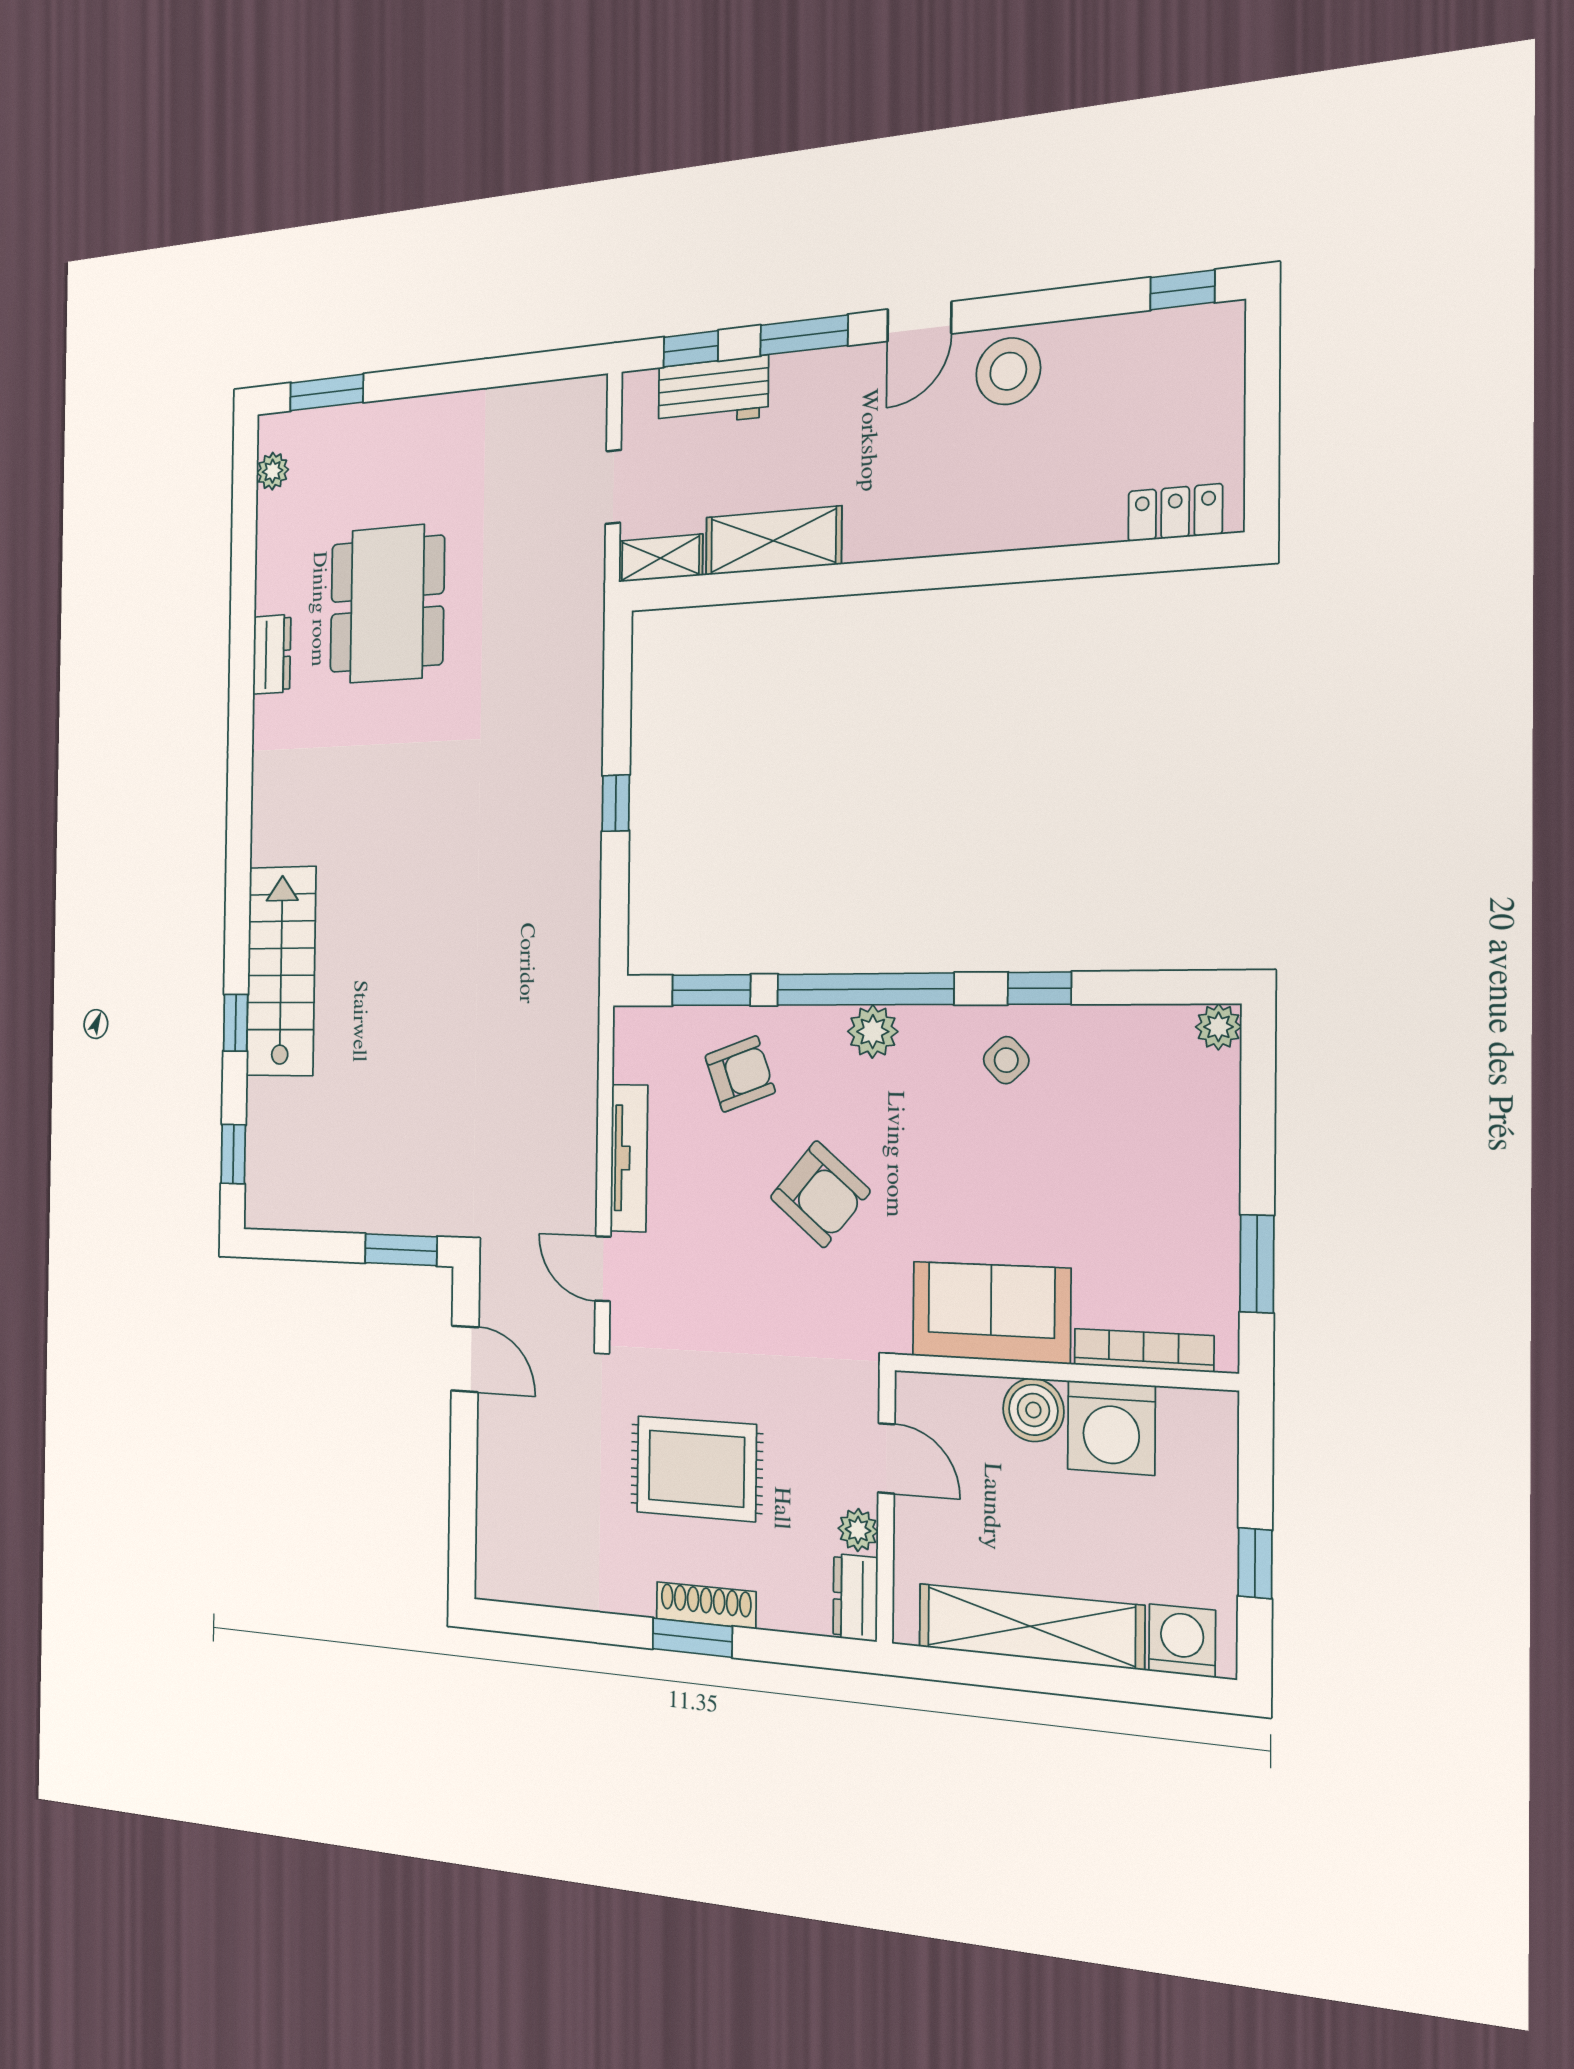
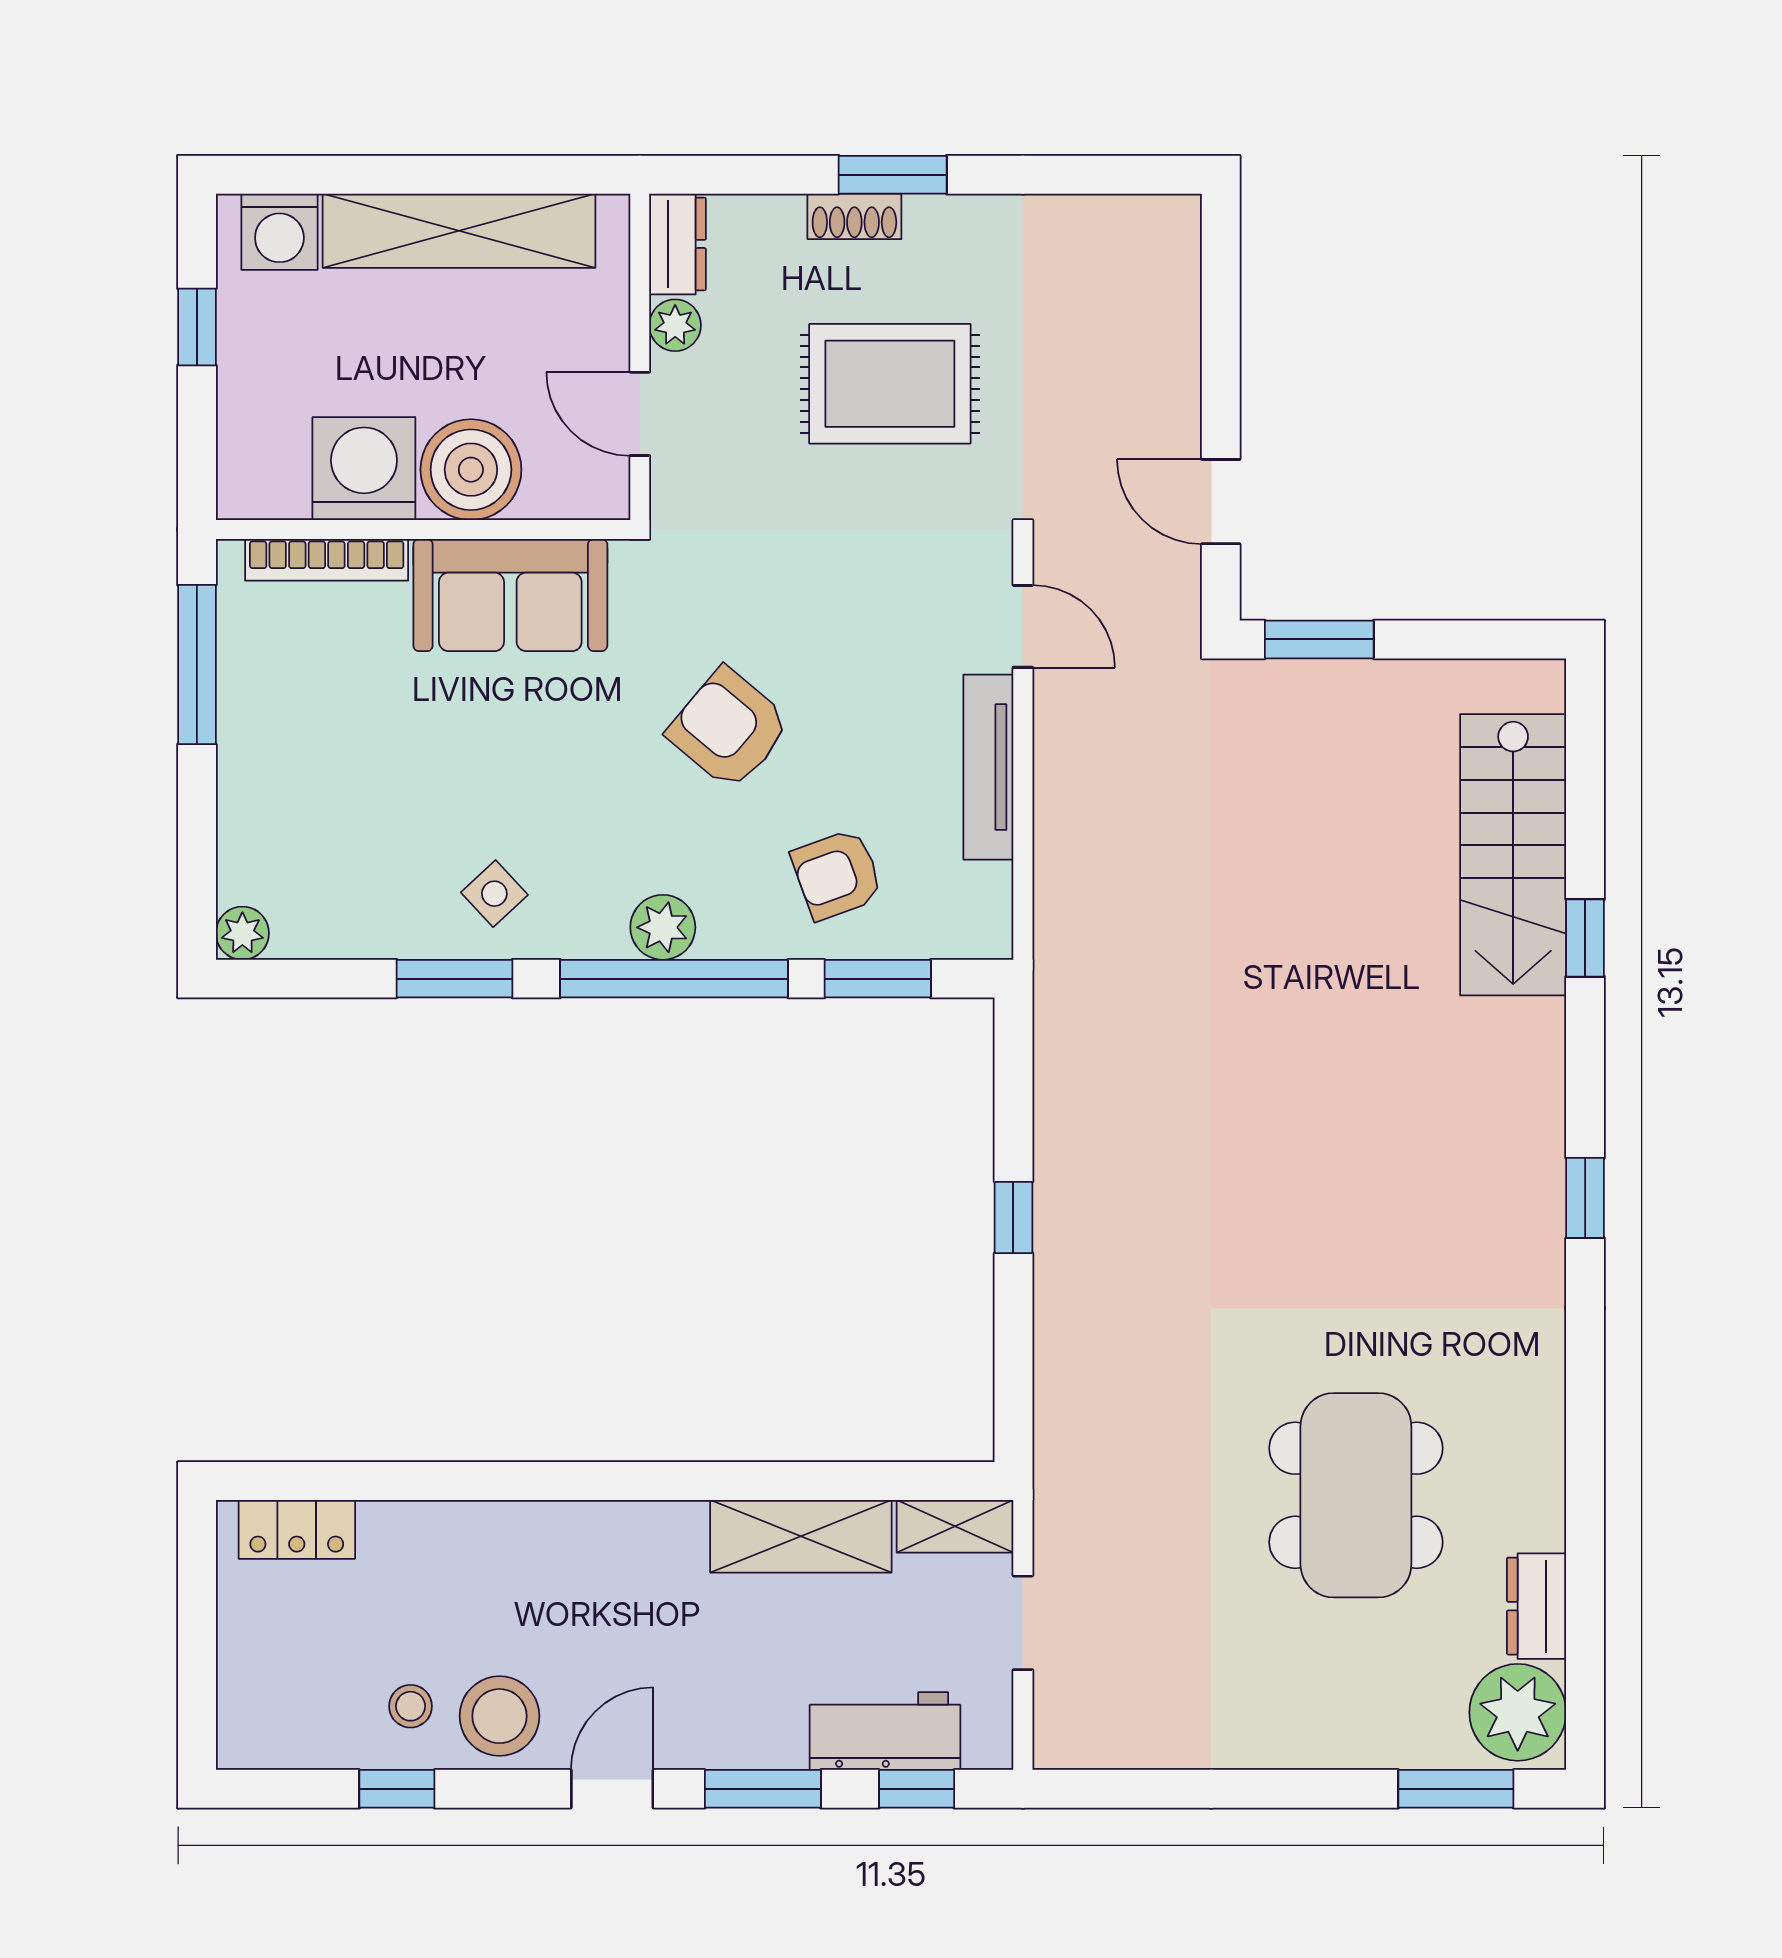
window: (1182, 290) -> (397, 1789), moved
stool: (1081, 372) -> (411, 1706), added
plant: (273, 471) -> (1518, 1712), width x1.87, depth x1.87
dresser: (272, 654) -> (1537, 1606), moved
stairs: (281, 971) -> (1513, 855), moved
window: (1039, 988) -> (455, 979), width x1.50
window: (233, 1154) -> (1585, 1198), moved
window: (1257, 1264) -> (197, 665), width x1.44
boiler: (1033, 1410) -> (471, 470), width x1.37, depth x1.37
shoe rack: (706, 1605) -> (854, 216), width x0.70

